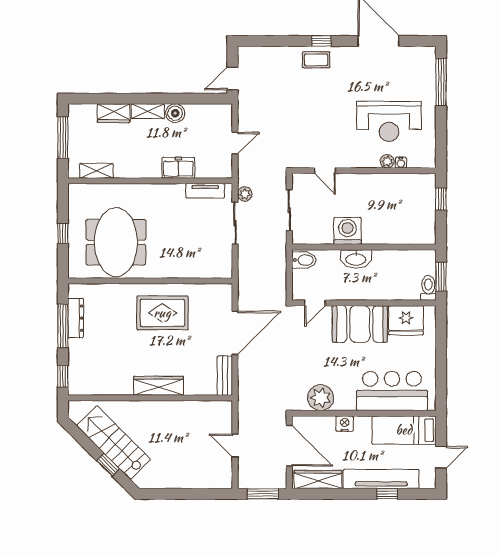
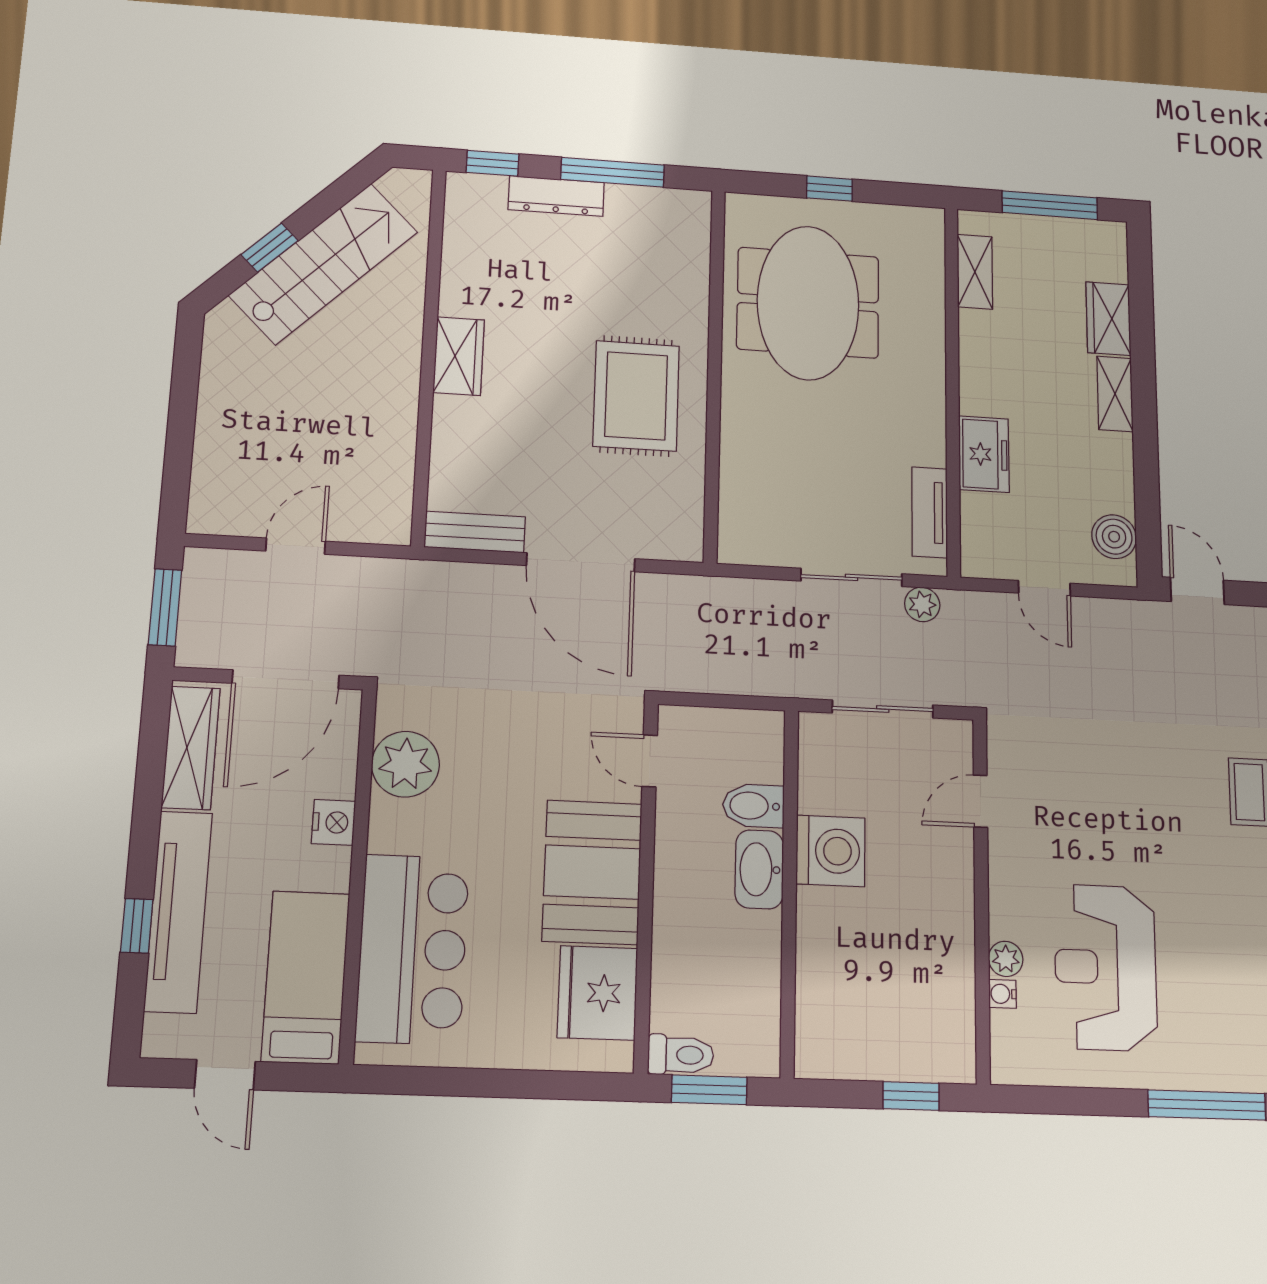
boiler: (175, 113) -> (1114, 537), moved
meeting table: (116, 242) -> (808, 303), turned 90
bidet: (304, 260) -> (753, 806), moved, turned 90
dresser: (76, 318) -> (556, 196), moved
wardrobe: (158, 386) -> (459, 356), width x0.67

